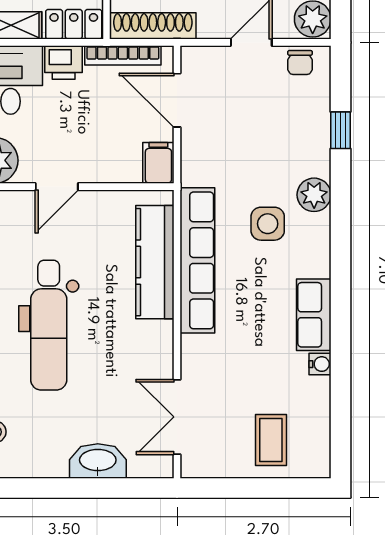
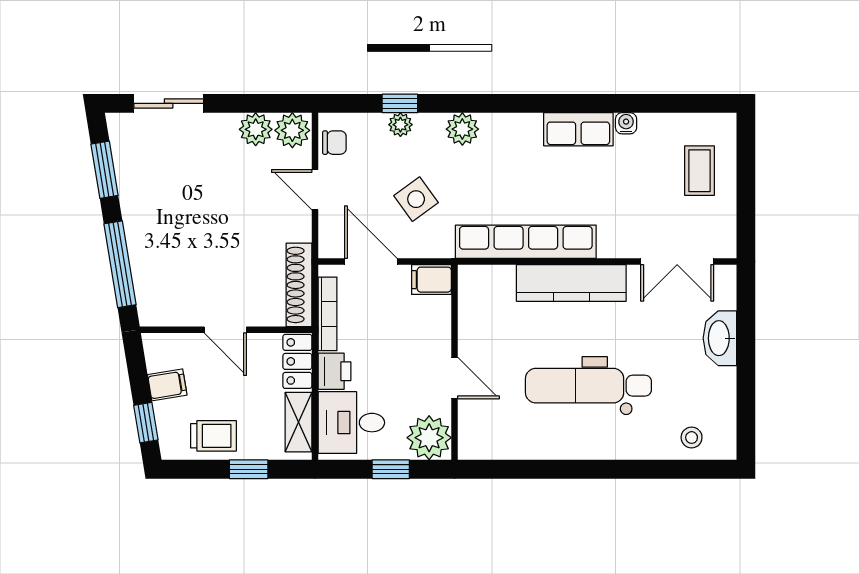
door: (177, 100) -> (371, 262), swing flipped
plant: (319, 131) -> (400, 125), added
side table: (268, 224) -> (416, 199), moved, turned -36
kitchen counter: (155, 262) -> (571, 283), moved
dental chair: (49, 325) -> (588, 386), turned 180
coffee table: (271, 440) -> (700, 171), turned 90

